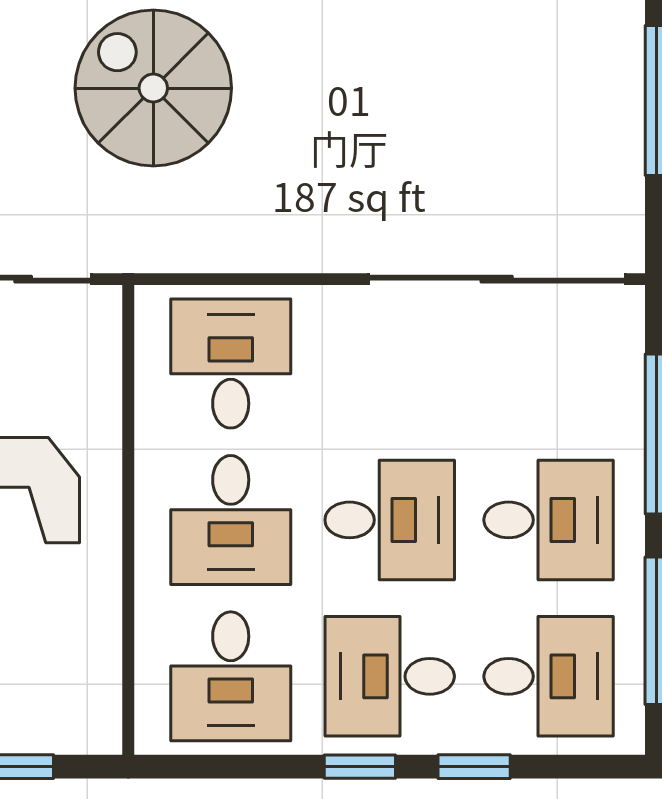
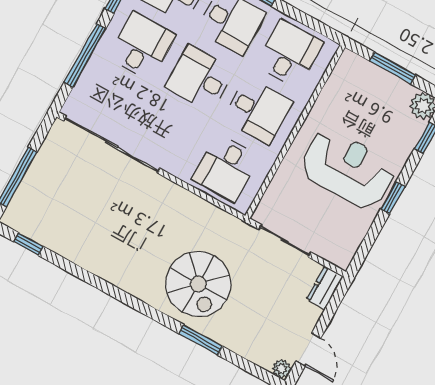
desk: (231, 520) -> (258, 111), turned 90
desk: (549, 520) -> (142, 46), turned 90

